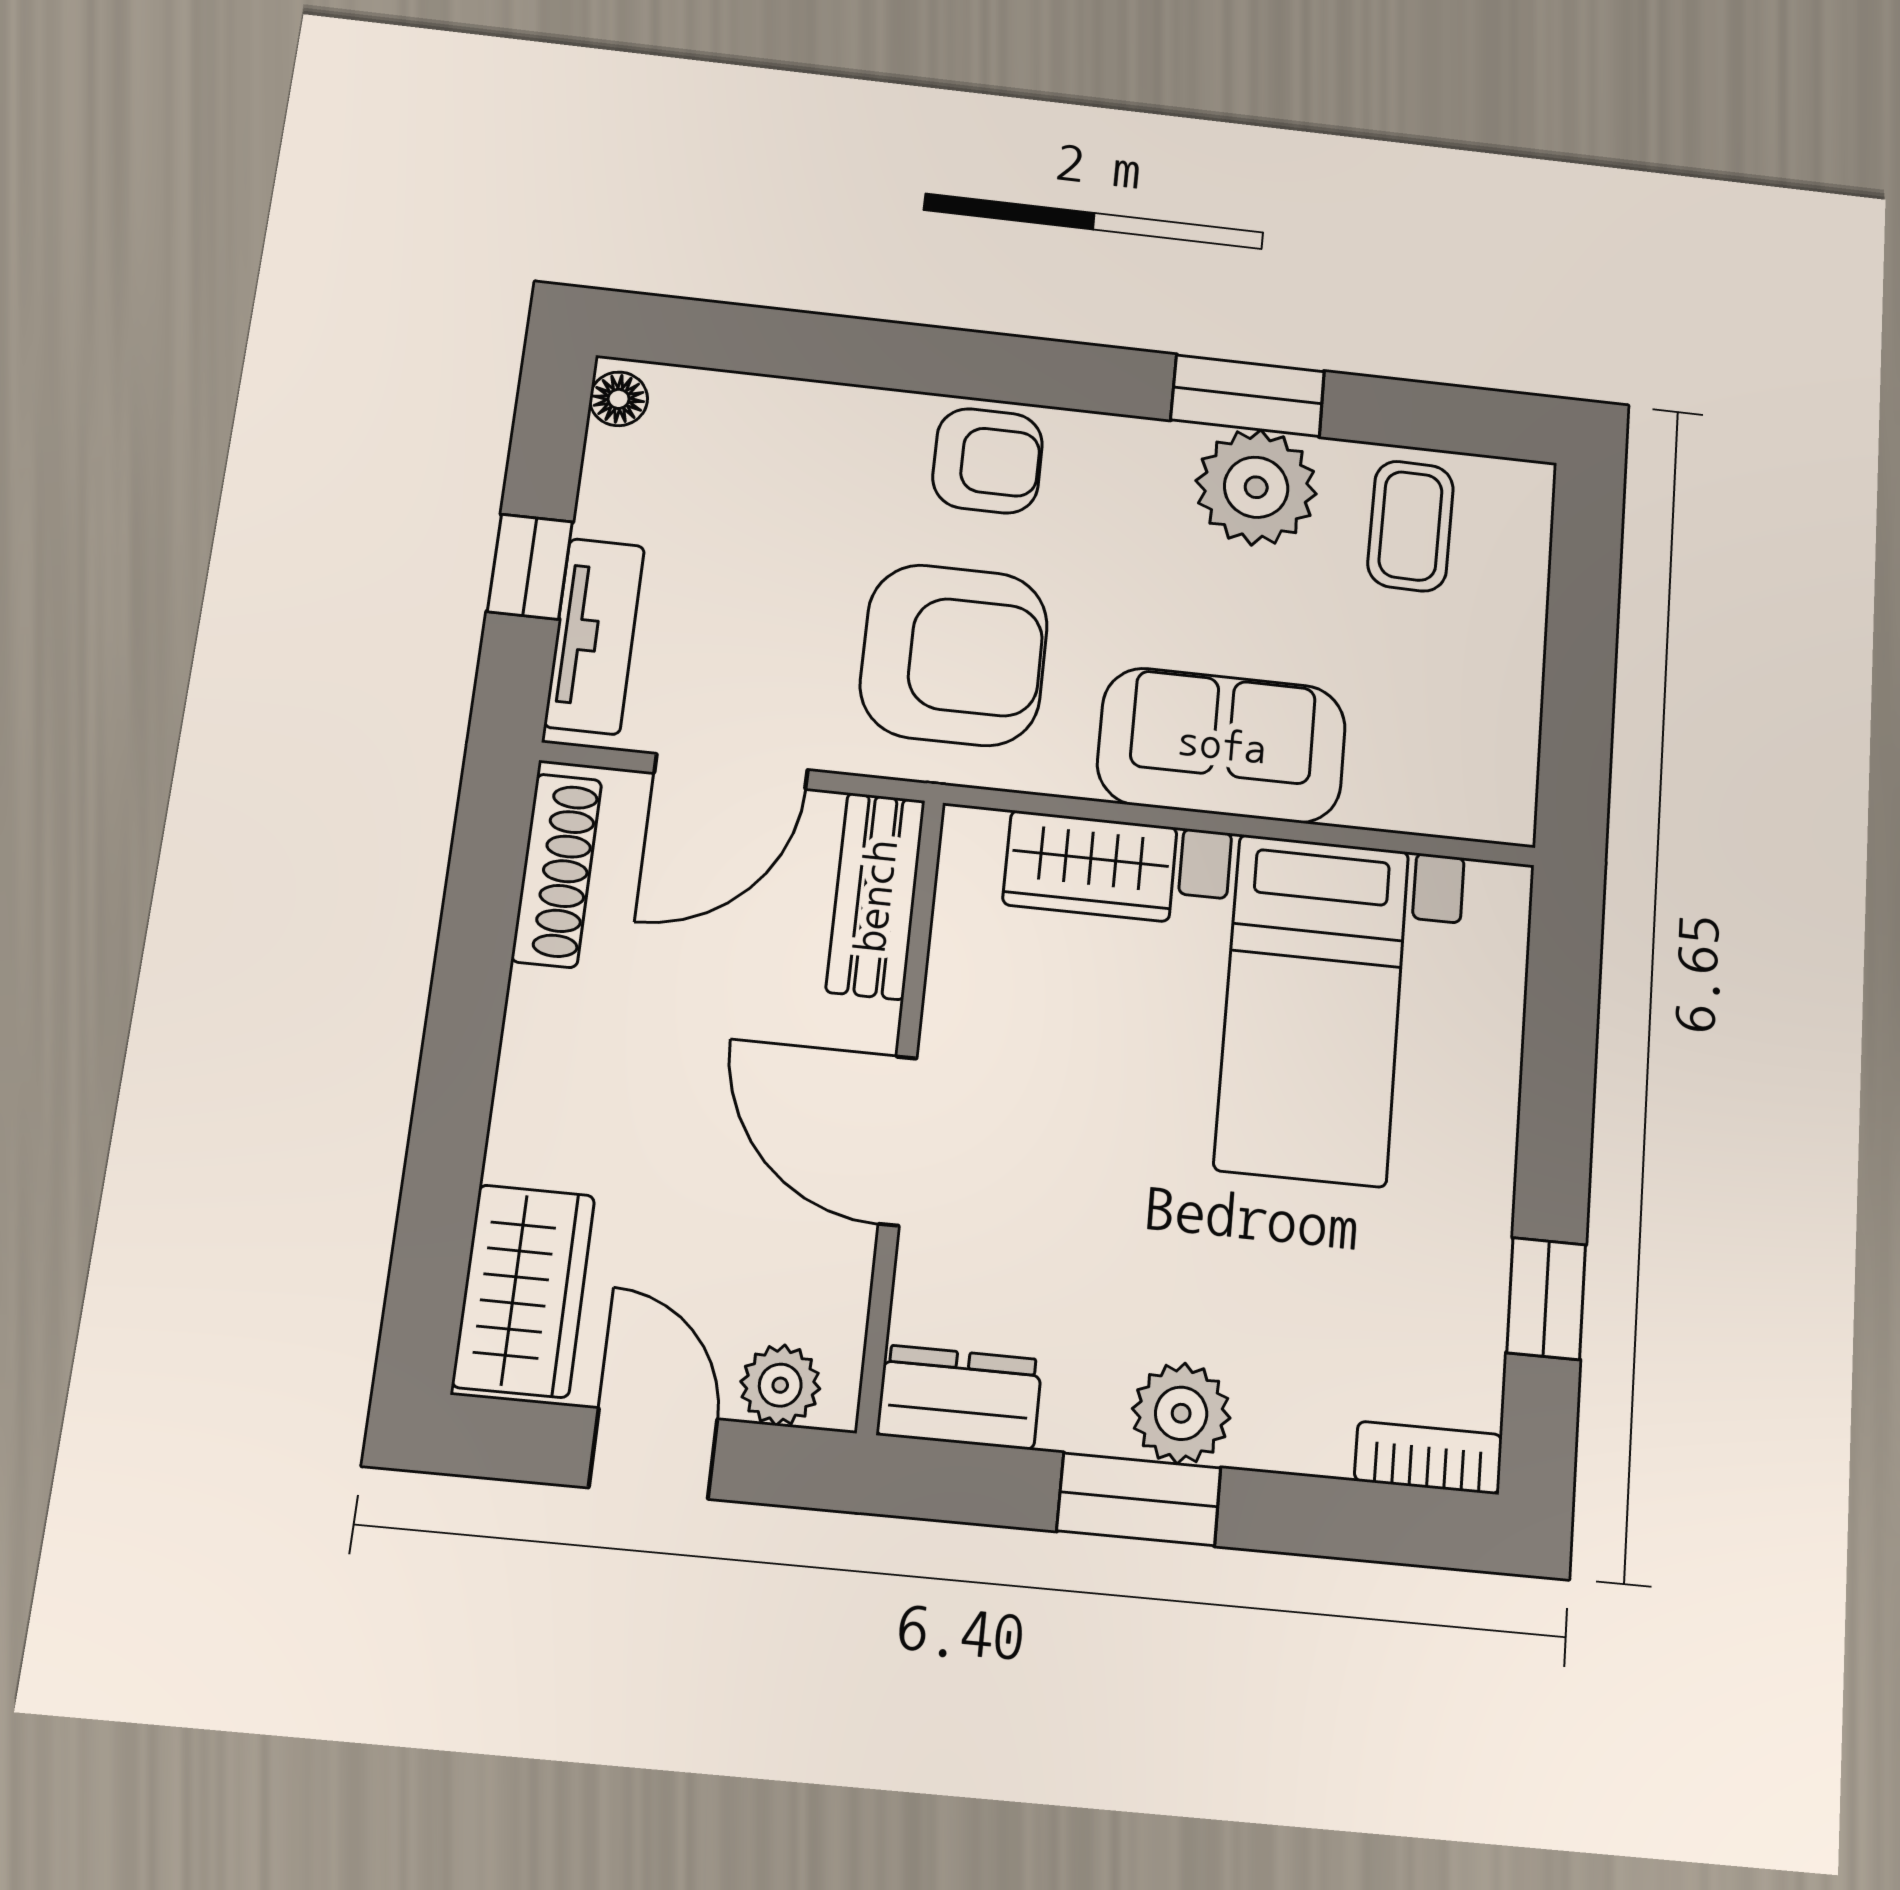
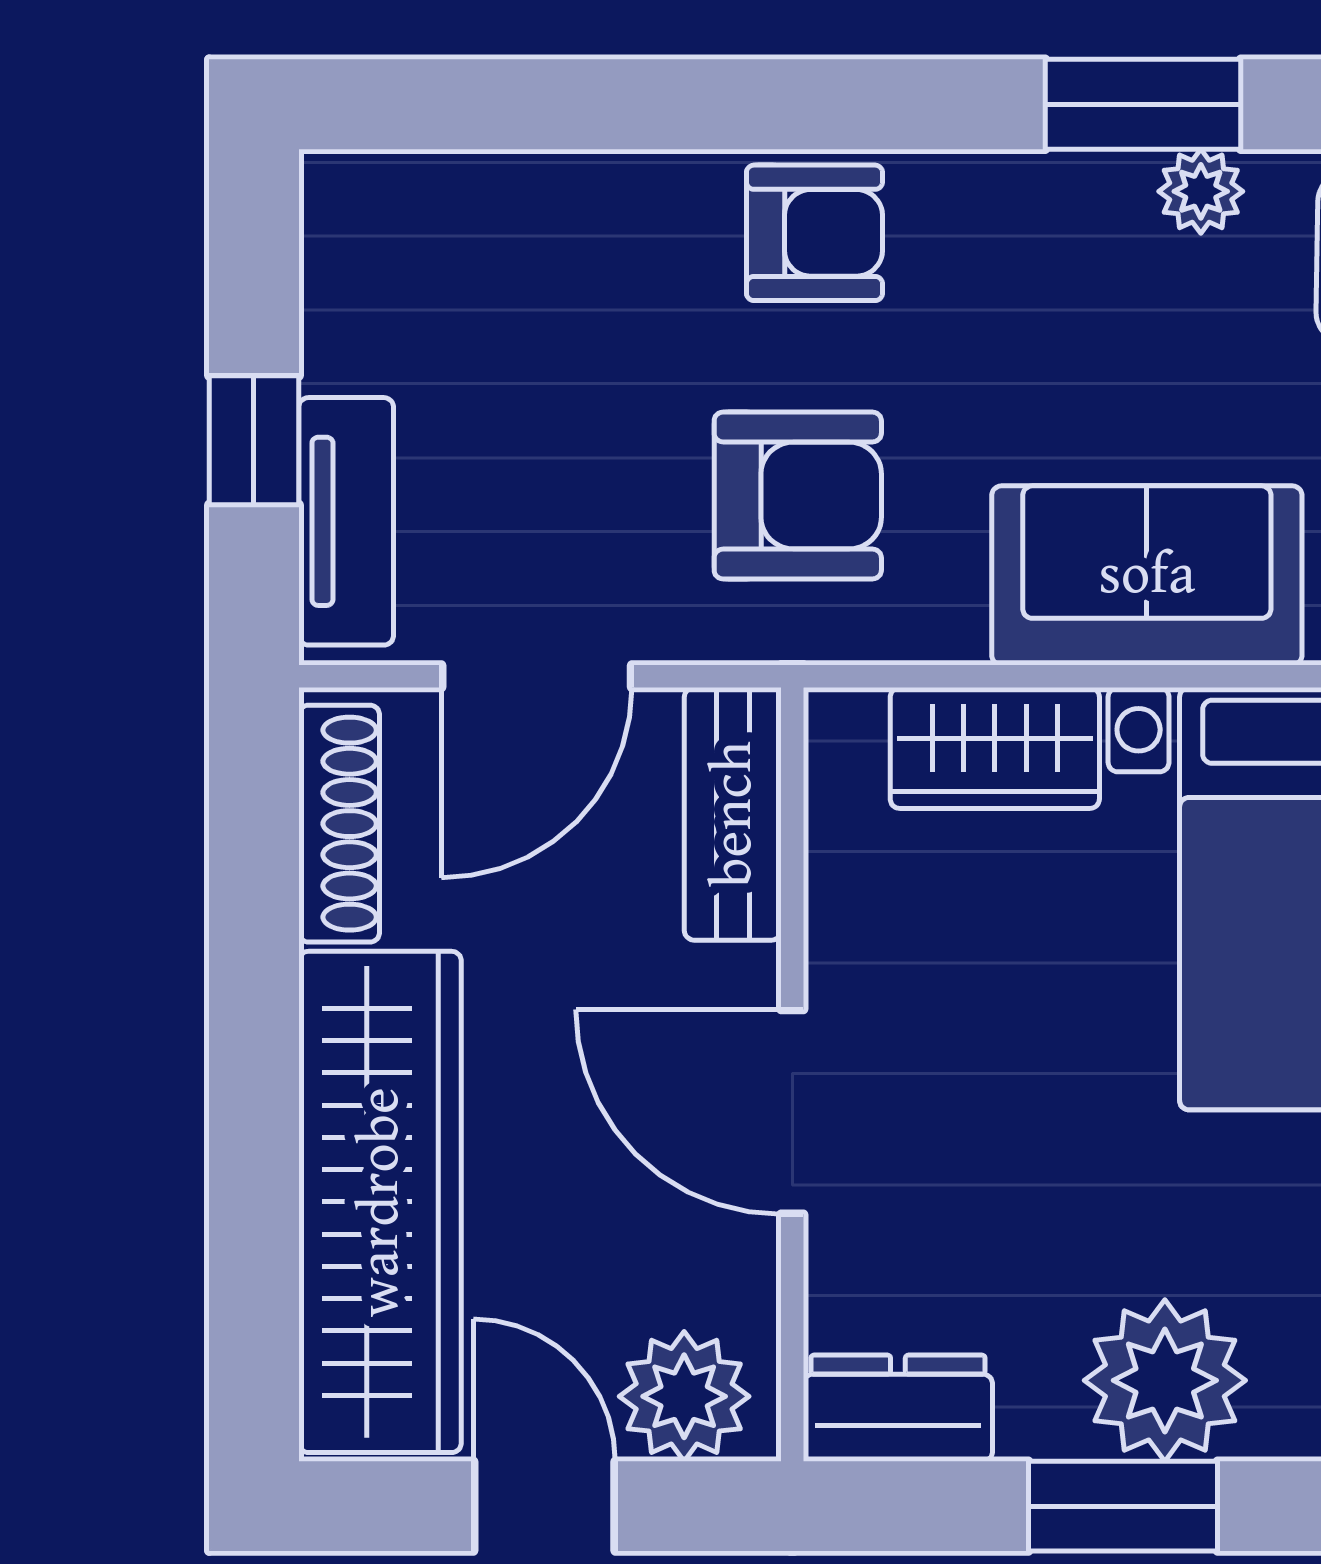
floor lamp: (619, 399) -> (335, 205), removed
plant: (1256, 487) -> (1201, 191), width x0.53, depth x0.53
armchair: (954, 655) -> (798, 496), width x0.73, depth x0.73
wardrobe: (524, 1291) -> (380, 1202), width x2.10, depth x1.17
plant: (780, 1385) -> (684, 1396), width x1.38, depth x1.38
plant: (1181, 1413) -> (1165, 1380), width x1.36, depth x1.36

